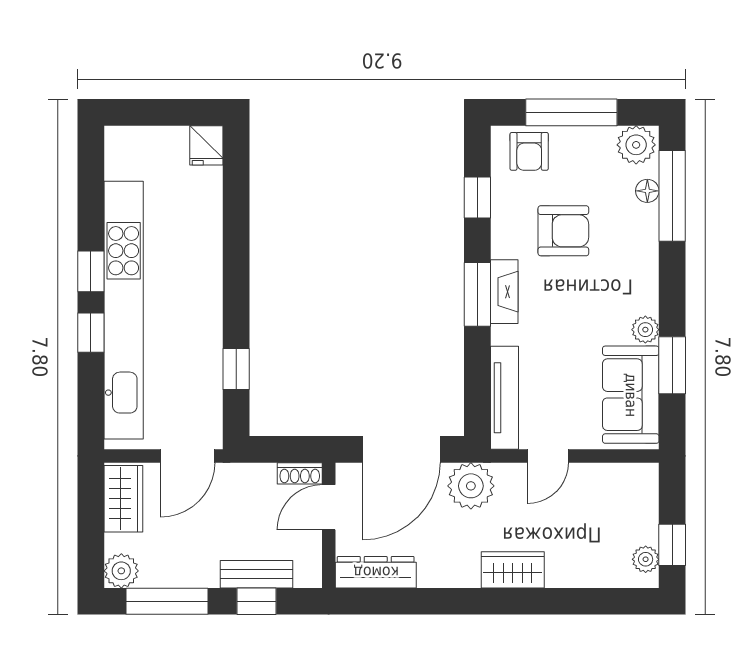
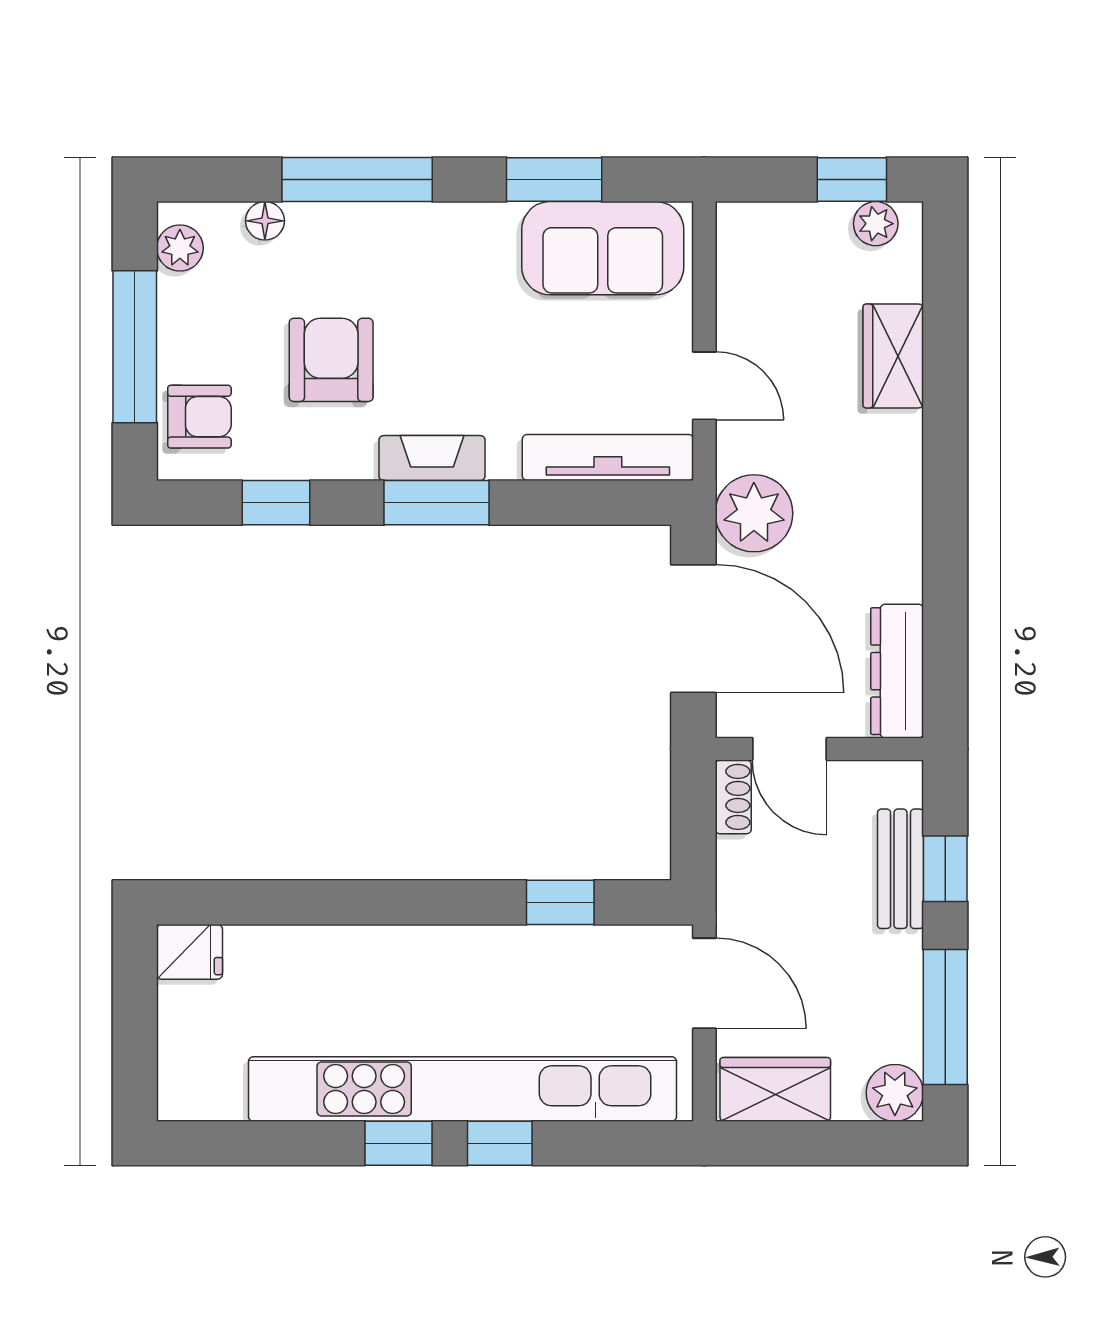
plant: (636, 145) -> (180, 248), width x0.73, depth x0.73
window: (672, 196) -> (357, 180), moved
plant: (645, 330) -> (495, 224), removed
wardrobe: (513, 570) -> (893, 356), moved

